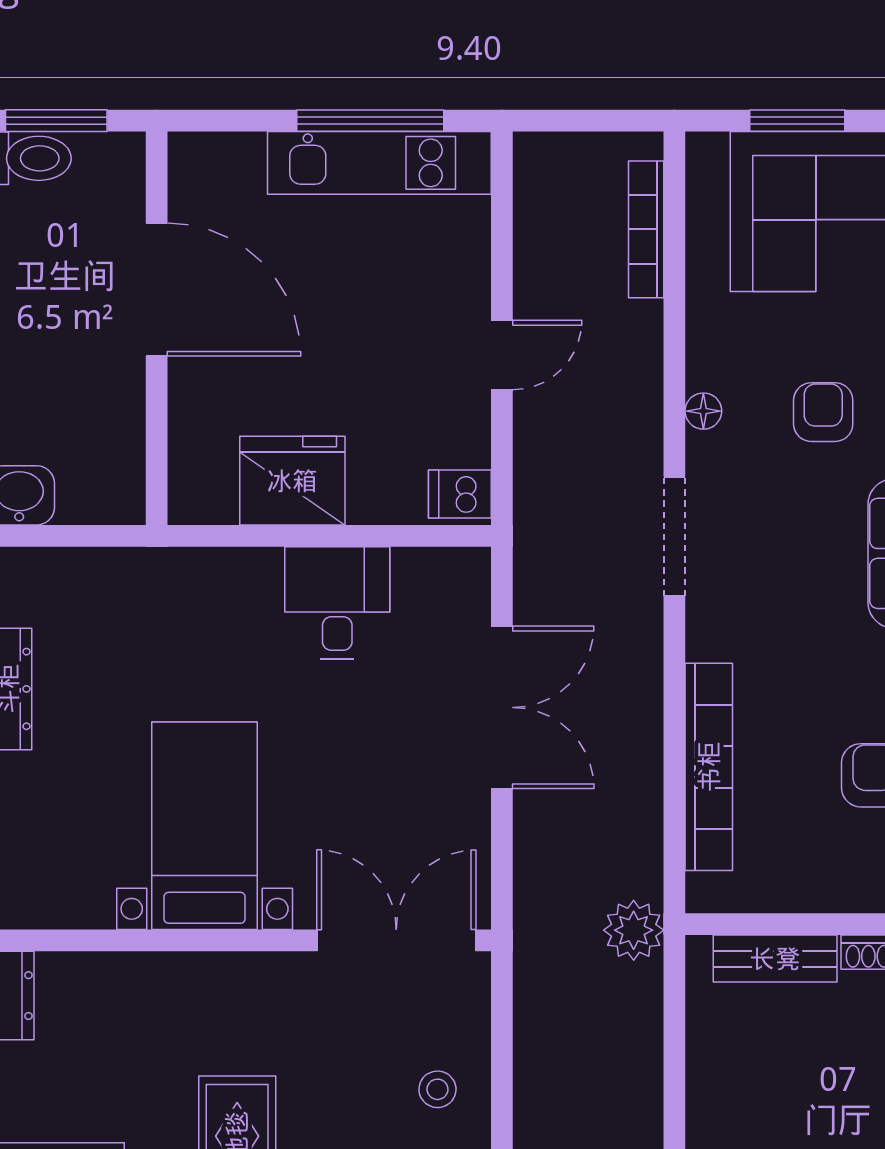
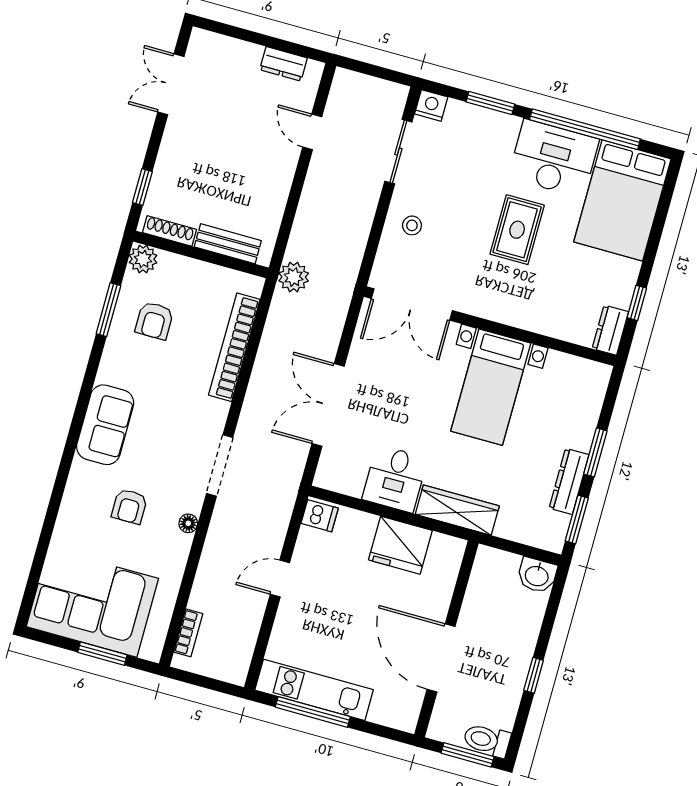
bookcase: (646, 229) -> (188, 633), width x0.64
wardrobe: (203, 577) -> (457, 510), added

